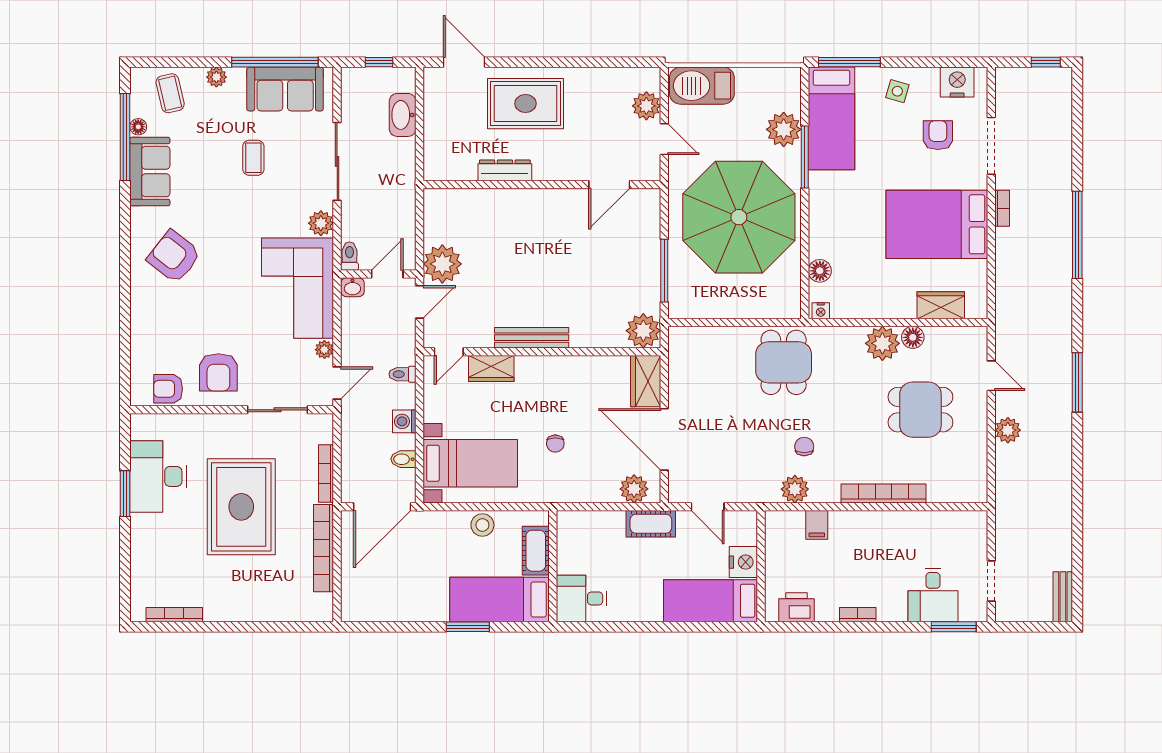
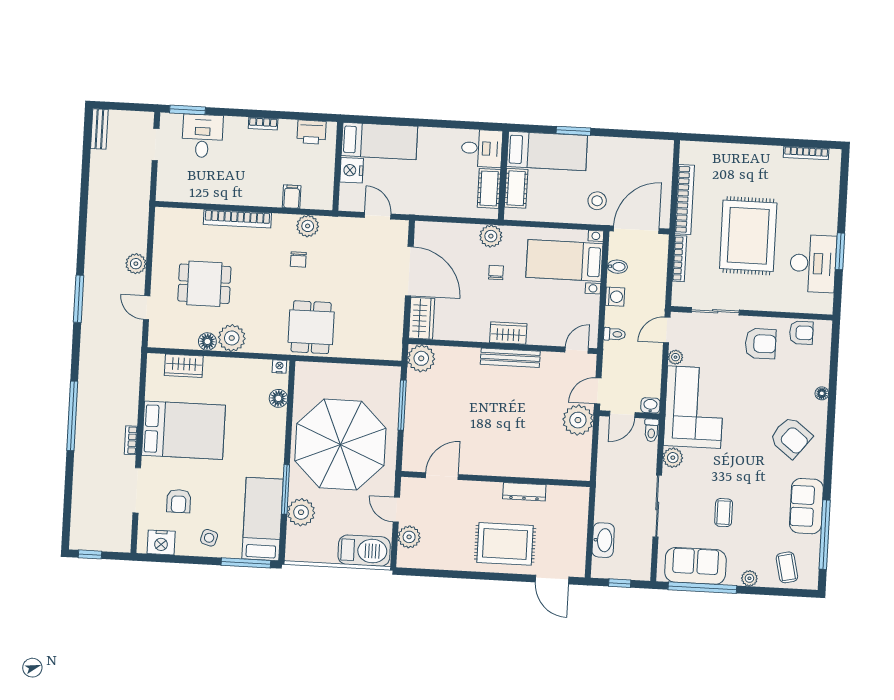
floor lamp: (138, 127) -> (822, 393), moved
wardrobe: (491, 368) -> (508, 333), moved
armchair: (218, 372) -> (761, 344), turned 90
plant: (634, 489) -> (491, 236), moved
cot: (651, 524) -> (489, 188), moved, turned 90
stool: (482, 525) -> (597, 201), moved

